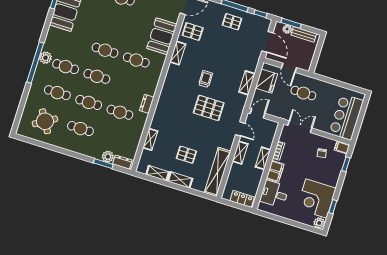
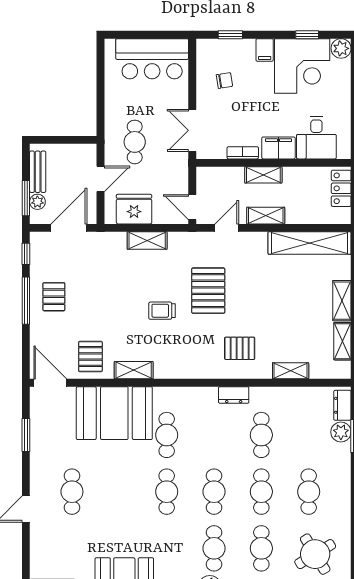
booth: (162, 36) -> (114, 413), width x1.36, depth x1.42
filing cabinet: (342, 147) -> (265, 50), moved
pallet: (186, 155) -> (240, 348), moved, turned 90

